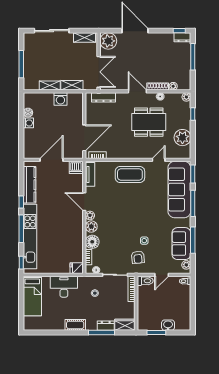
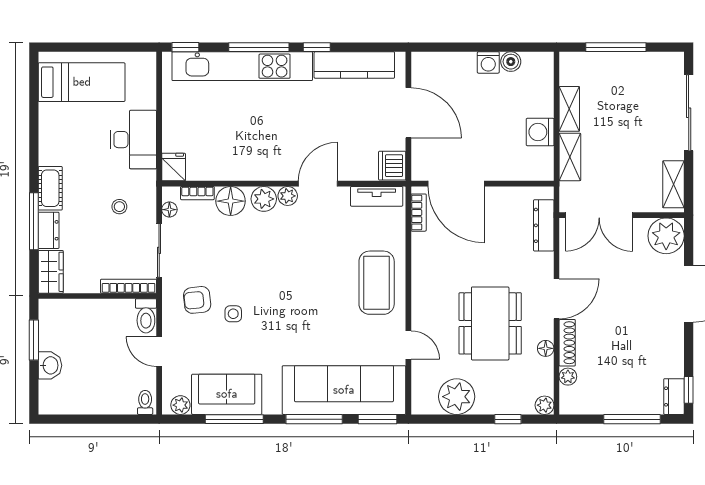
bed: (32, 296) -> (82, 82), moved, turned 180
cot: (75, 325) -> (50, 188), moved

